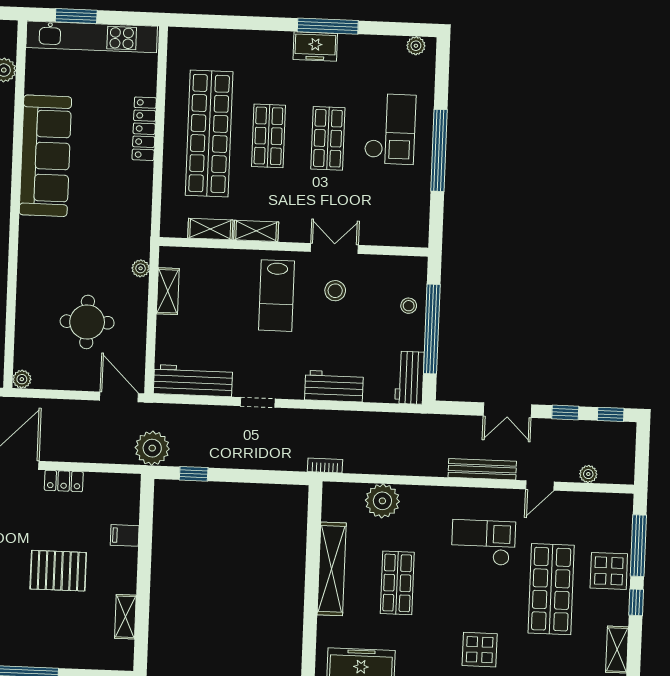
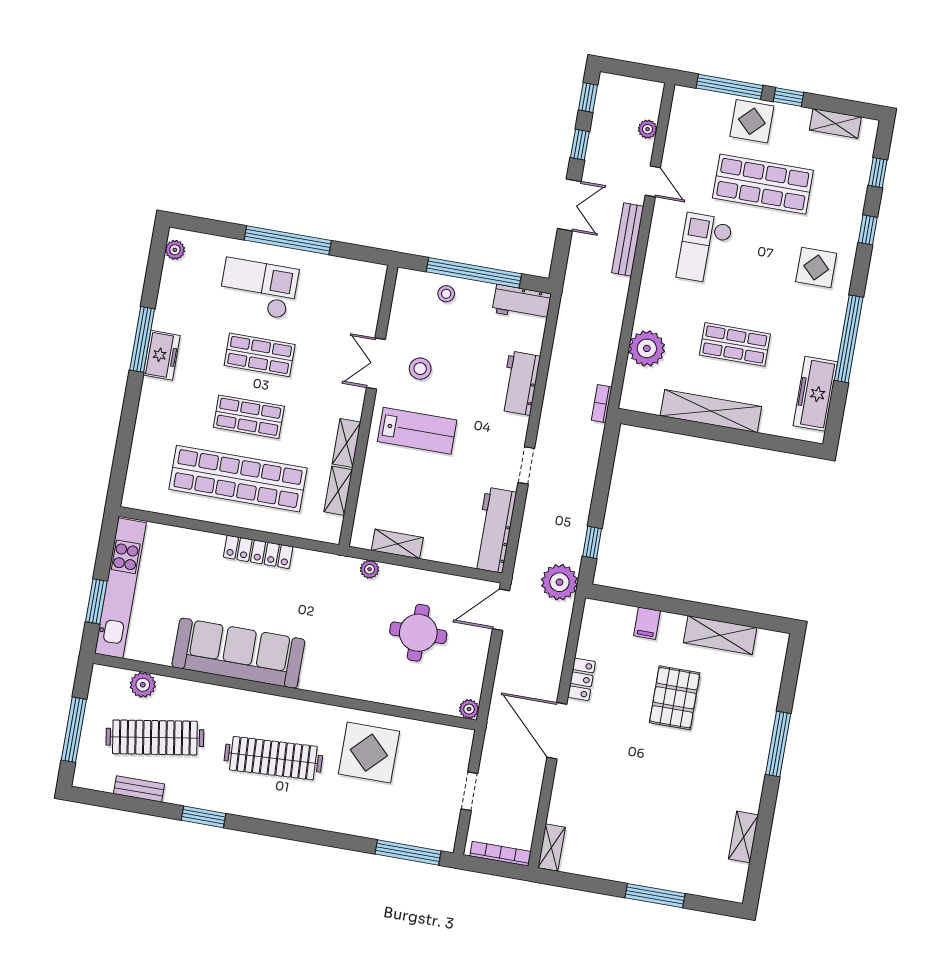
locker: (144, 129) -> (258, 552), moved
shelving: (125, 617) -> (720, 635), width x1.50, depth x1.33

